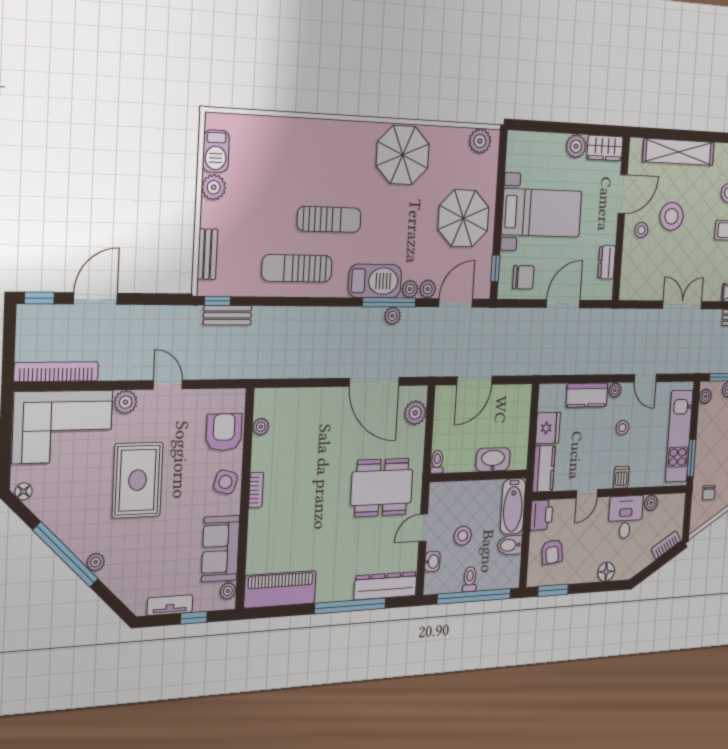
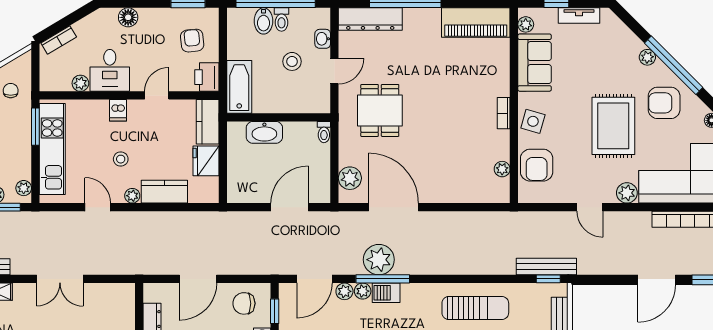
barbecue: (375, 281) -> (386, 293), width x0.53, depth x0.65
bench: (227, 315) -> (546, 267), width x1.36
plant: (392, 316) -> (379, 260), width x1.88, depth x1.88
dining table: (382, 487) -> (380, 110), width x0.73
armchair: (79, 510) -> (664, 103), added
bidet: (510, 545) -> (264, 21), moved, turned 90

